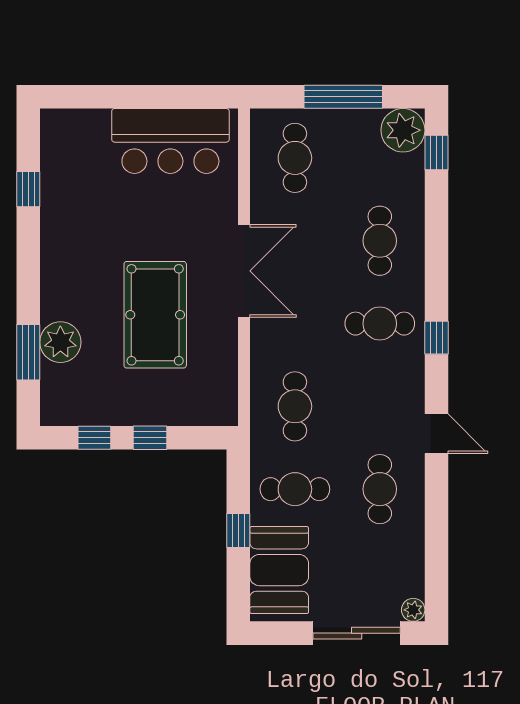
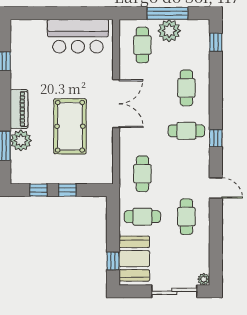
plant: (403, 130) -> (169, 31), moved
piano: (57, 282) -> (19, 109), added
window: (238, 530) -> (113, 261), moved

